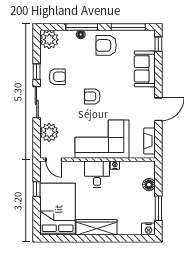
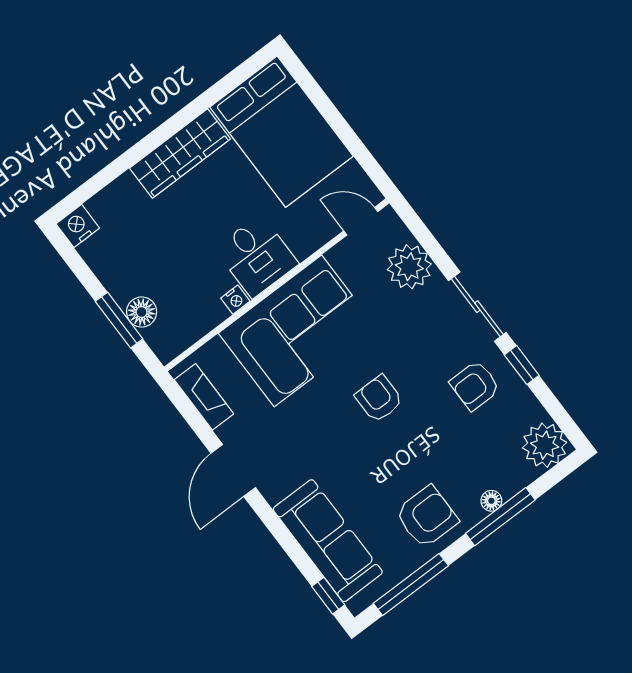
sofa: (145, 69) -> (328, 541), width x1.36
armchair: (92, 96) -> (379, 399), turned -90
window: (37, 189) -> (351, 140), removed
window: (158, 208) -> (119, 320), moved

